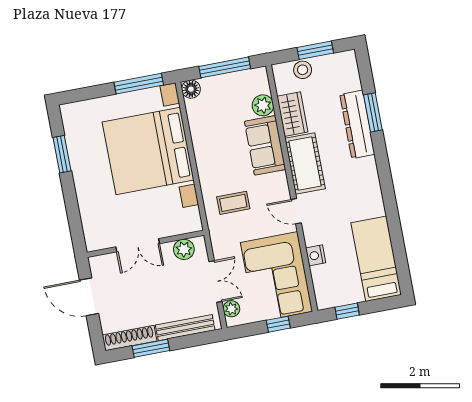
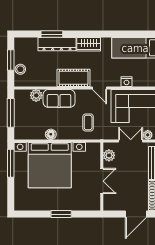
floor lamp: (191, 89) -> (51, 134), moved
wardrobe: (292, 114) -> (89, 44), moved, turned 180
window: (62, 154) -> (61, 214), moved
door: (296, 211) -> (99, 88), hinge flipped
door: (89, 297) -> (136, 214), moved

